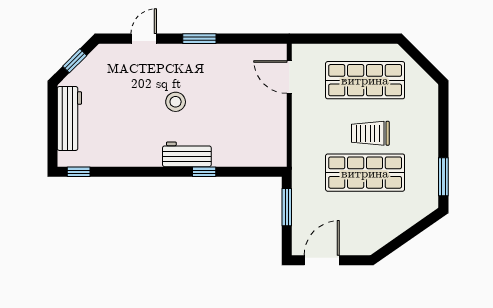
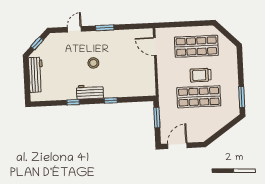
workbench: (187, 154) -> (90, 92), moved
window: (79, 172) -> (73, 102), moved

